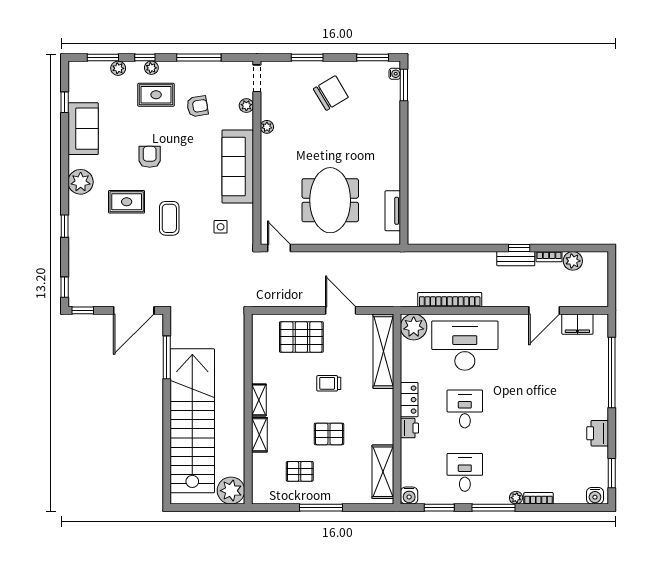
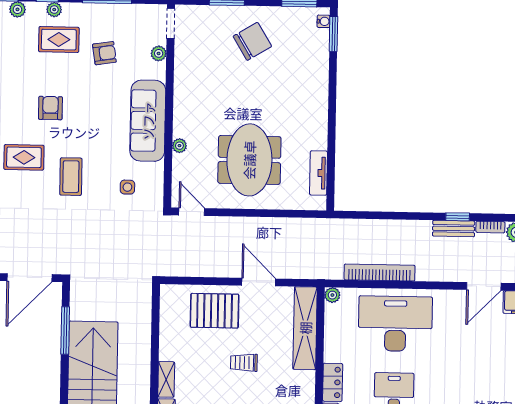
plant: (267, 127) -> (179, 146), moved
plant: (414, 327) -> (332, 295), width x0.53, depth x0.53

